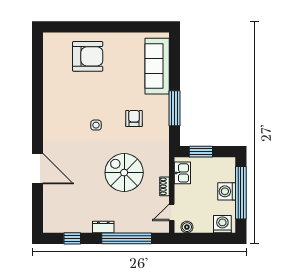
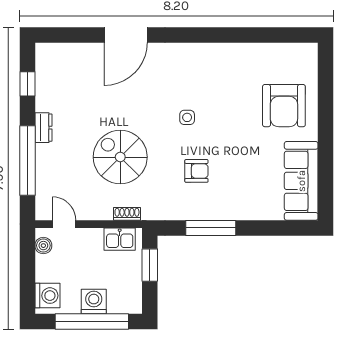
sofa: (157, 66) -> (301, 181), moved, turned -90
spiral stairs: (124, 173) -> (120, 157), turned -90
shoe rack: (164, 186) -> (127, 214), moved

